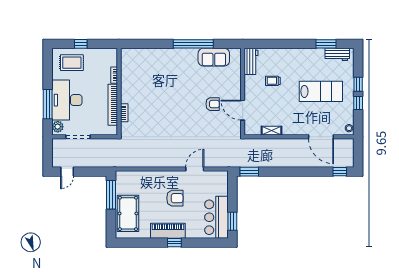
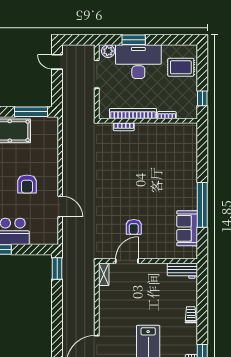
window: (81, 44) -> (202, 98), moved
rug: (72, 63) -> (181, 67), turned 90
trolley: (273, 81) -> (191, 315), moved
window: (48, 104) -> (134, 40), width x0.69
shelving: (272, 131) -> (104, 274), moved

